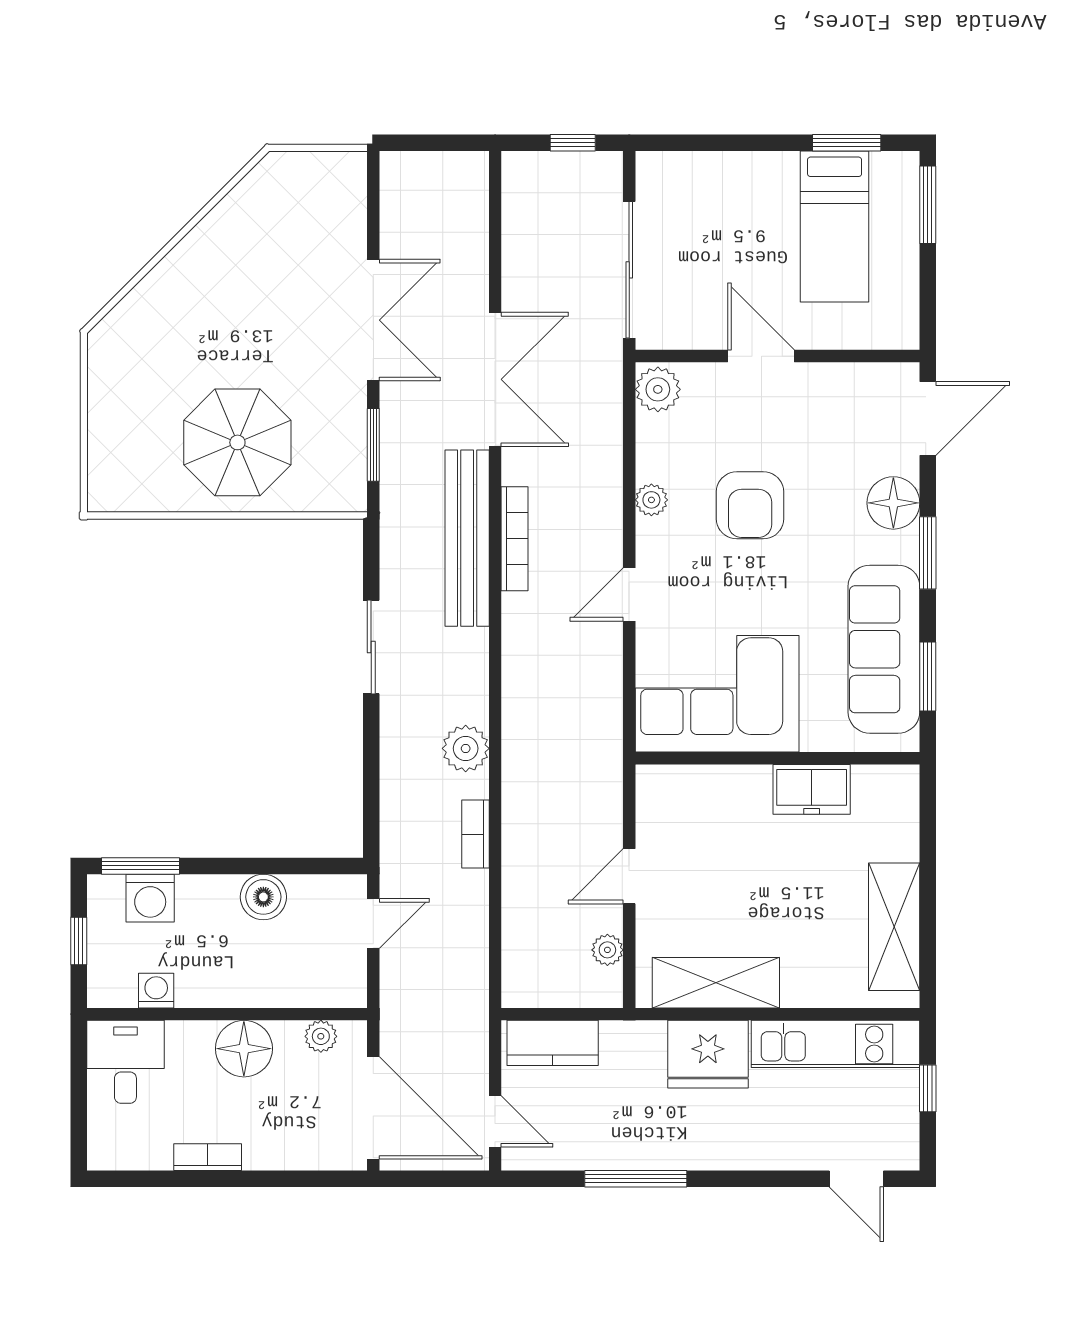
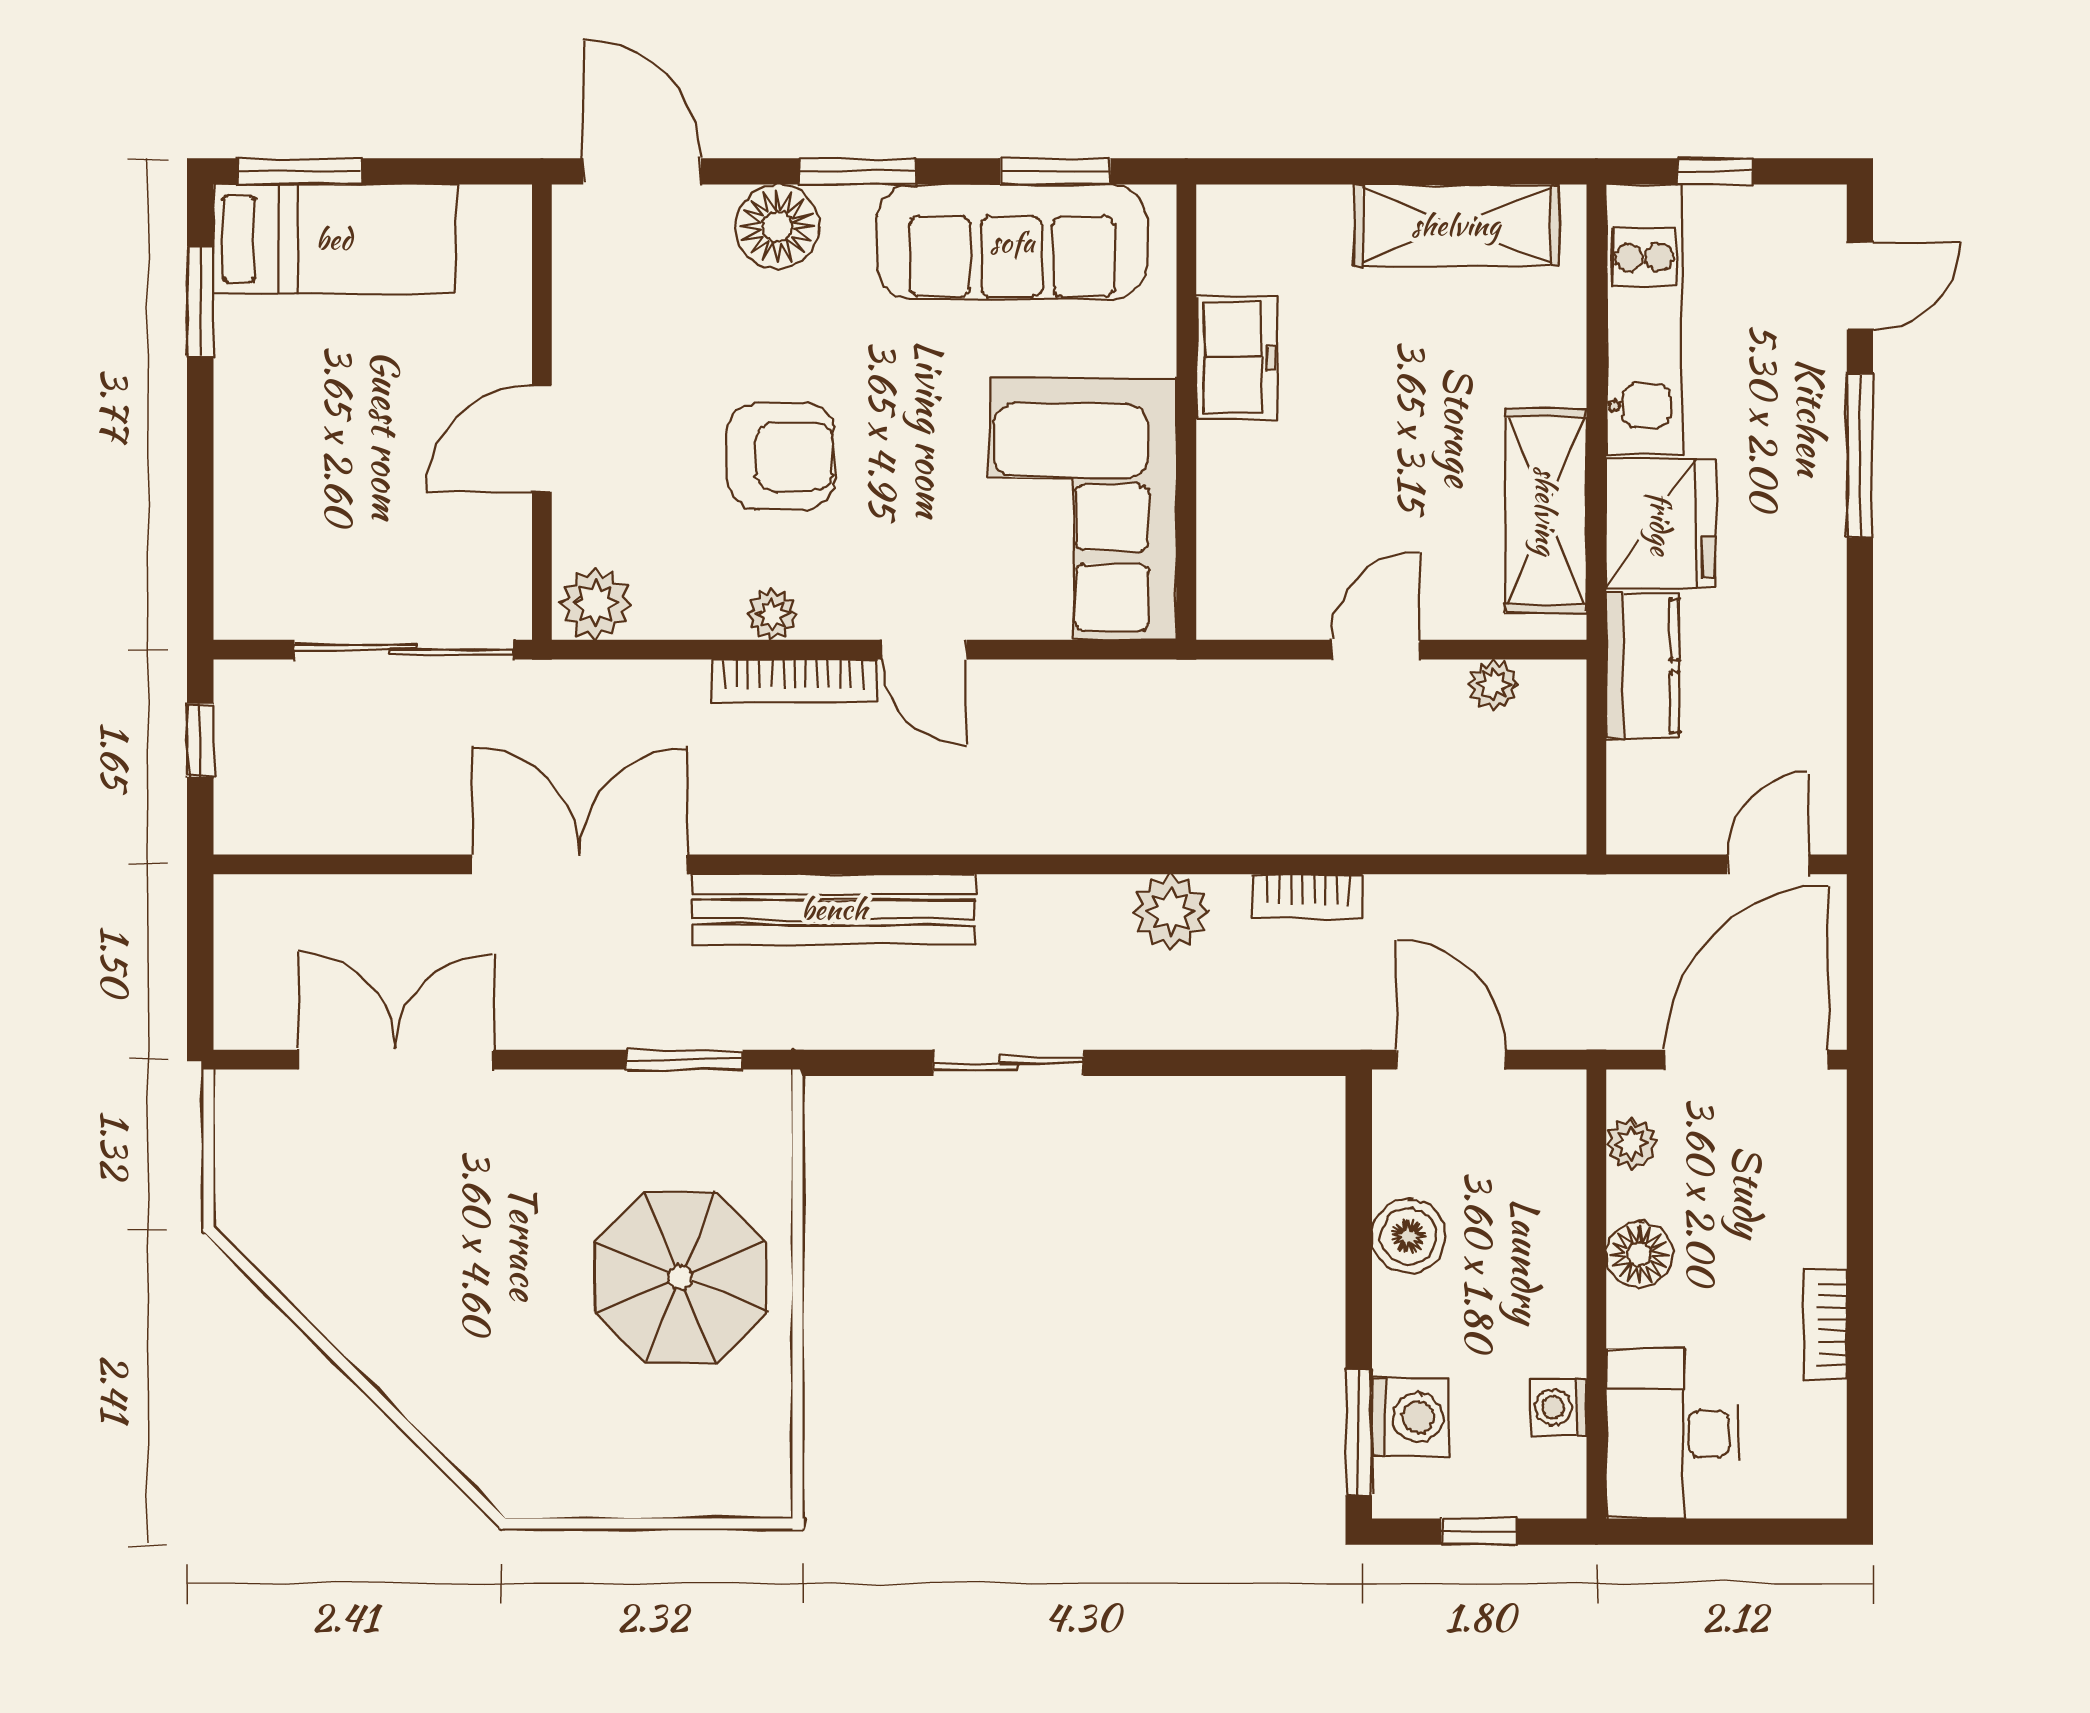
bed: (835, 227) -> (334, 239), moved
double door: (373, 320) -> (396, 1060), moved
bookcase: (515, 539) -> (794, 681), moved, turned 180
door: (629, 876) -> (1375, 650), swing flipped
door: (373, 923) -> (1451, 1060), width x1.38
kitchen counter: (553, 1043) -> (1643, 666), moved
floor lamp: (244, 1049) -> (1639, 1254), width x0.73, depth x0.73
desk: (125, 1062) -> (1673, 1434), width x1.37
window: (636, 1179) -> (1860, 456), moved

